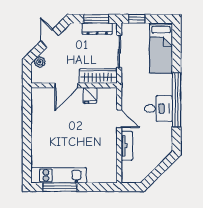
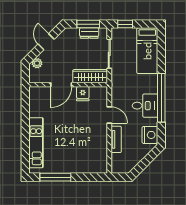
dresser: (97, 29) -> (89, 33), width x0.70
nightstand: (164, 141) -> (150, 135), added
kitchen unit: (59, 175) -> (36, 143), moved, turned 90

